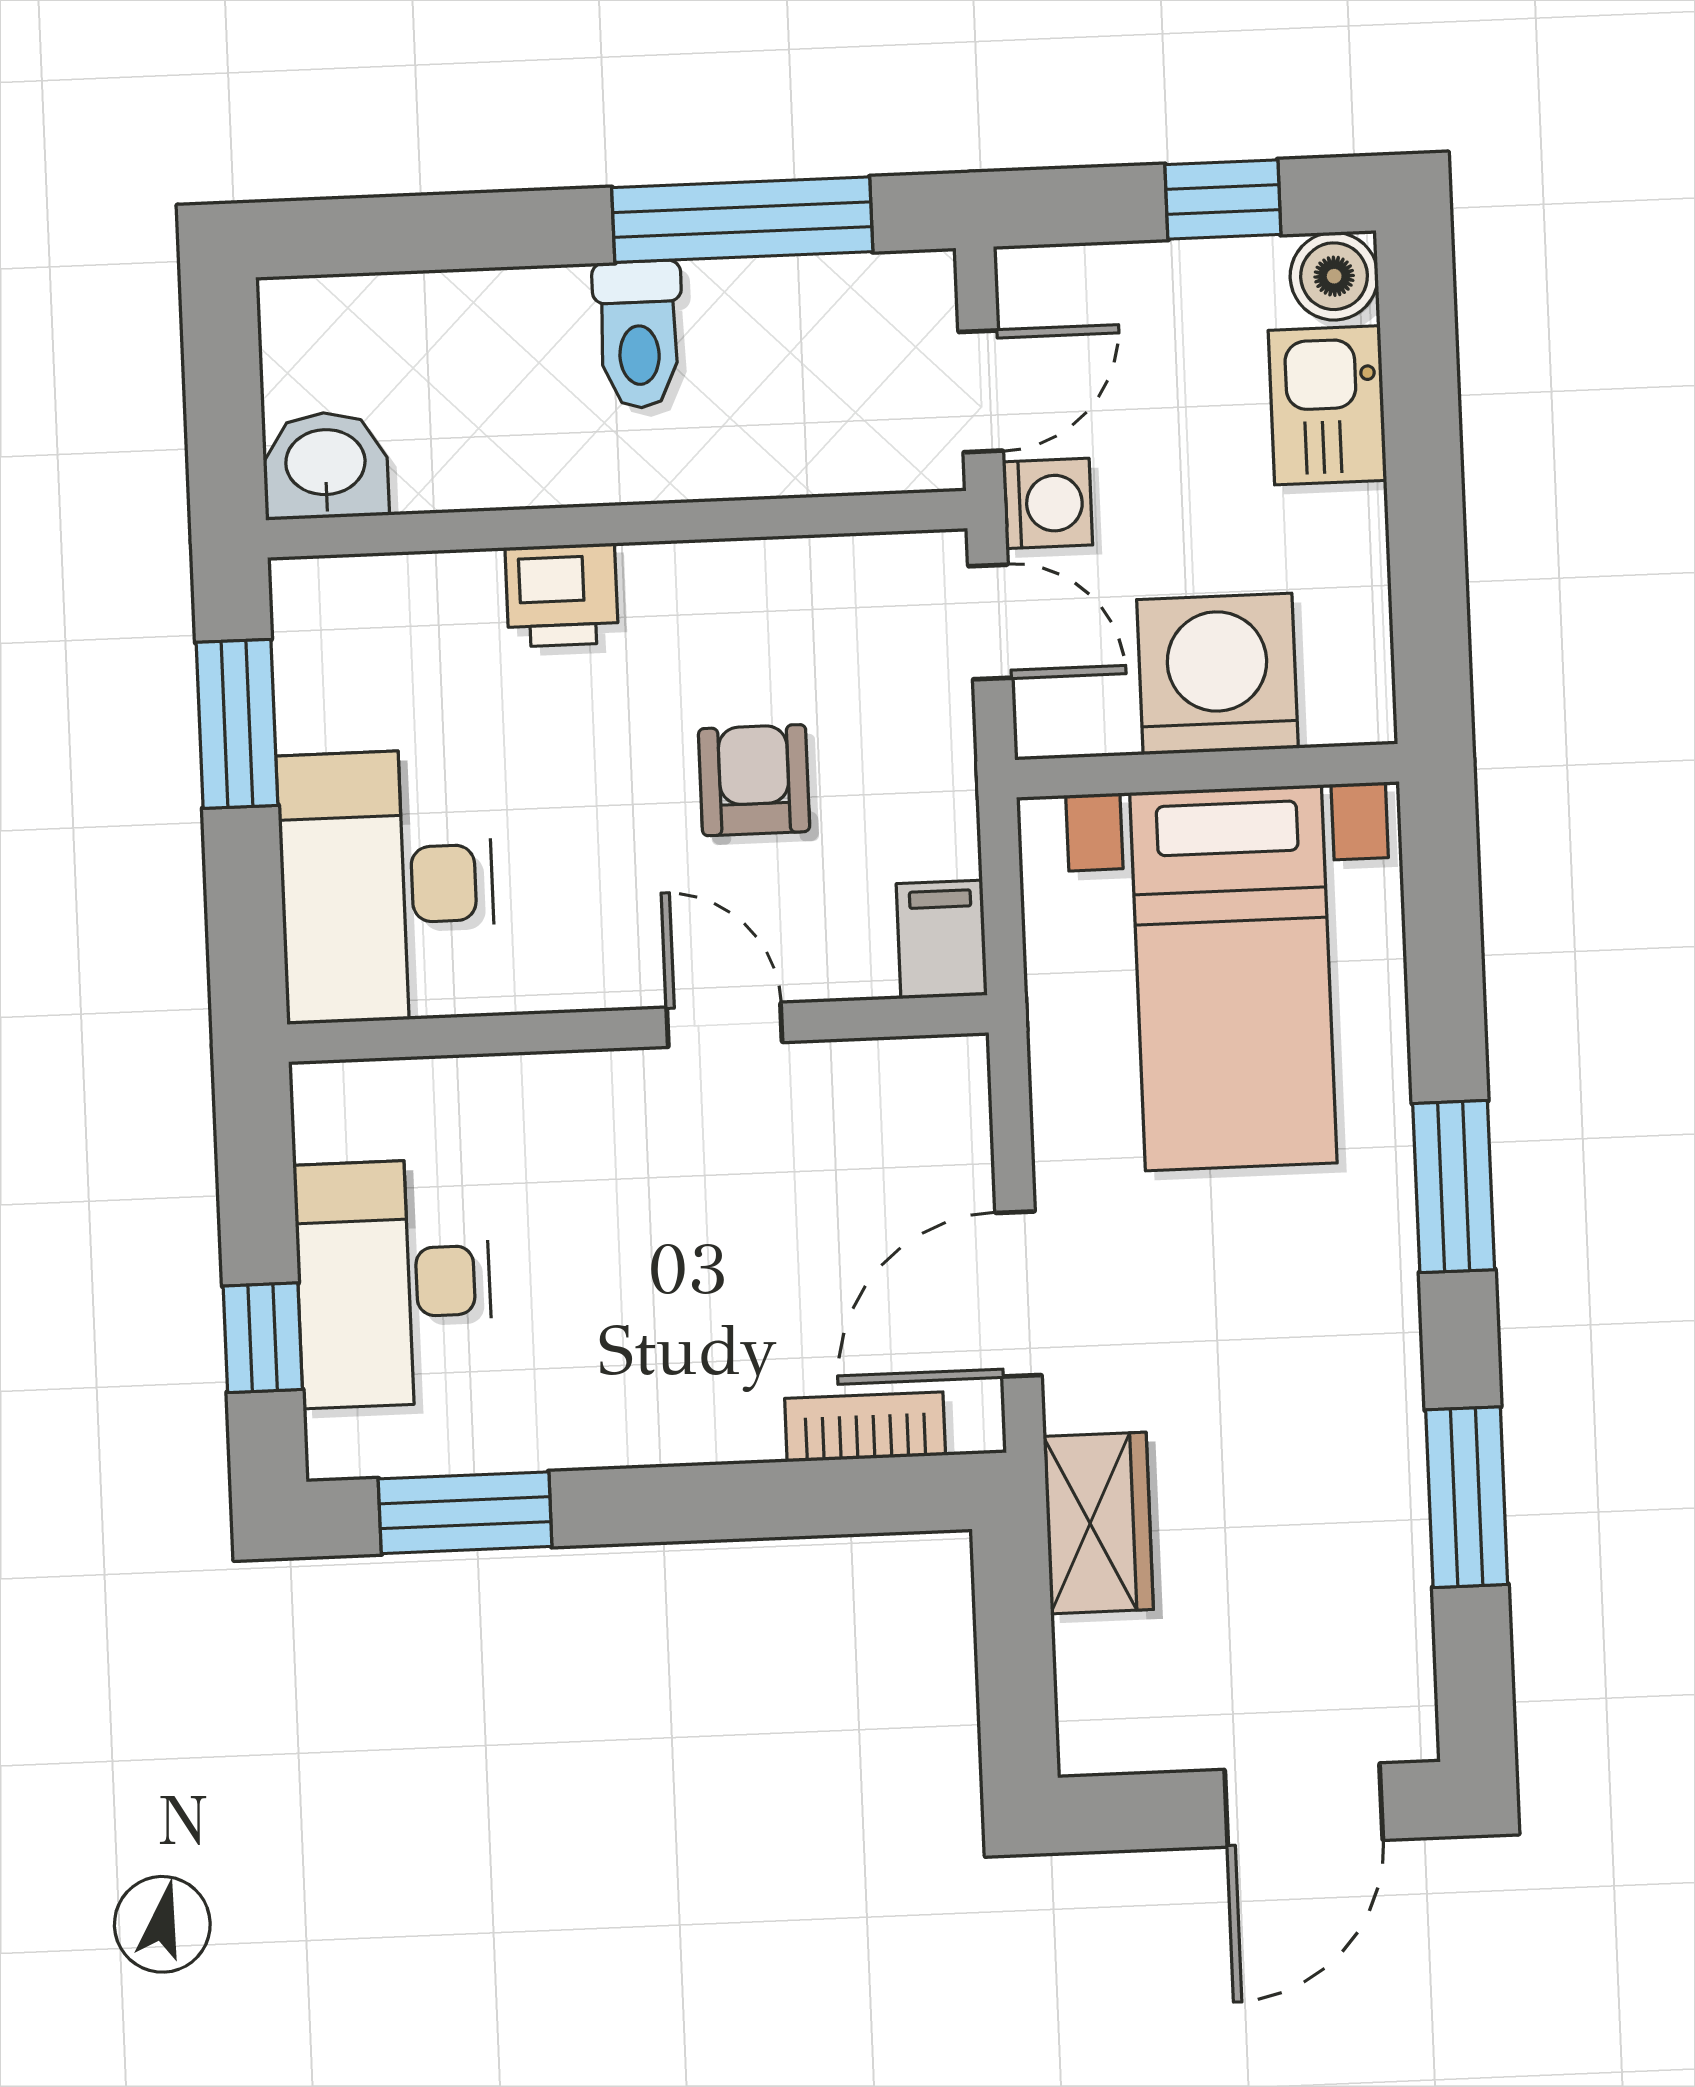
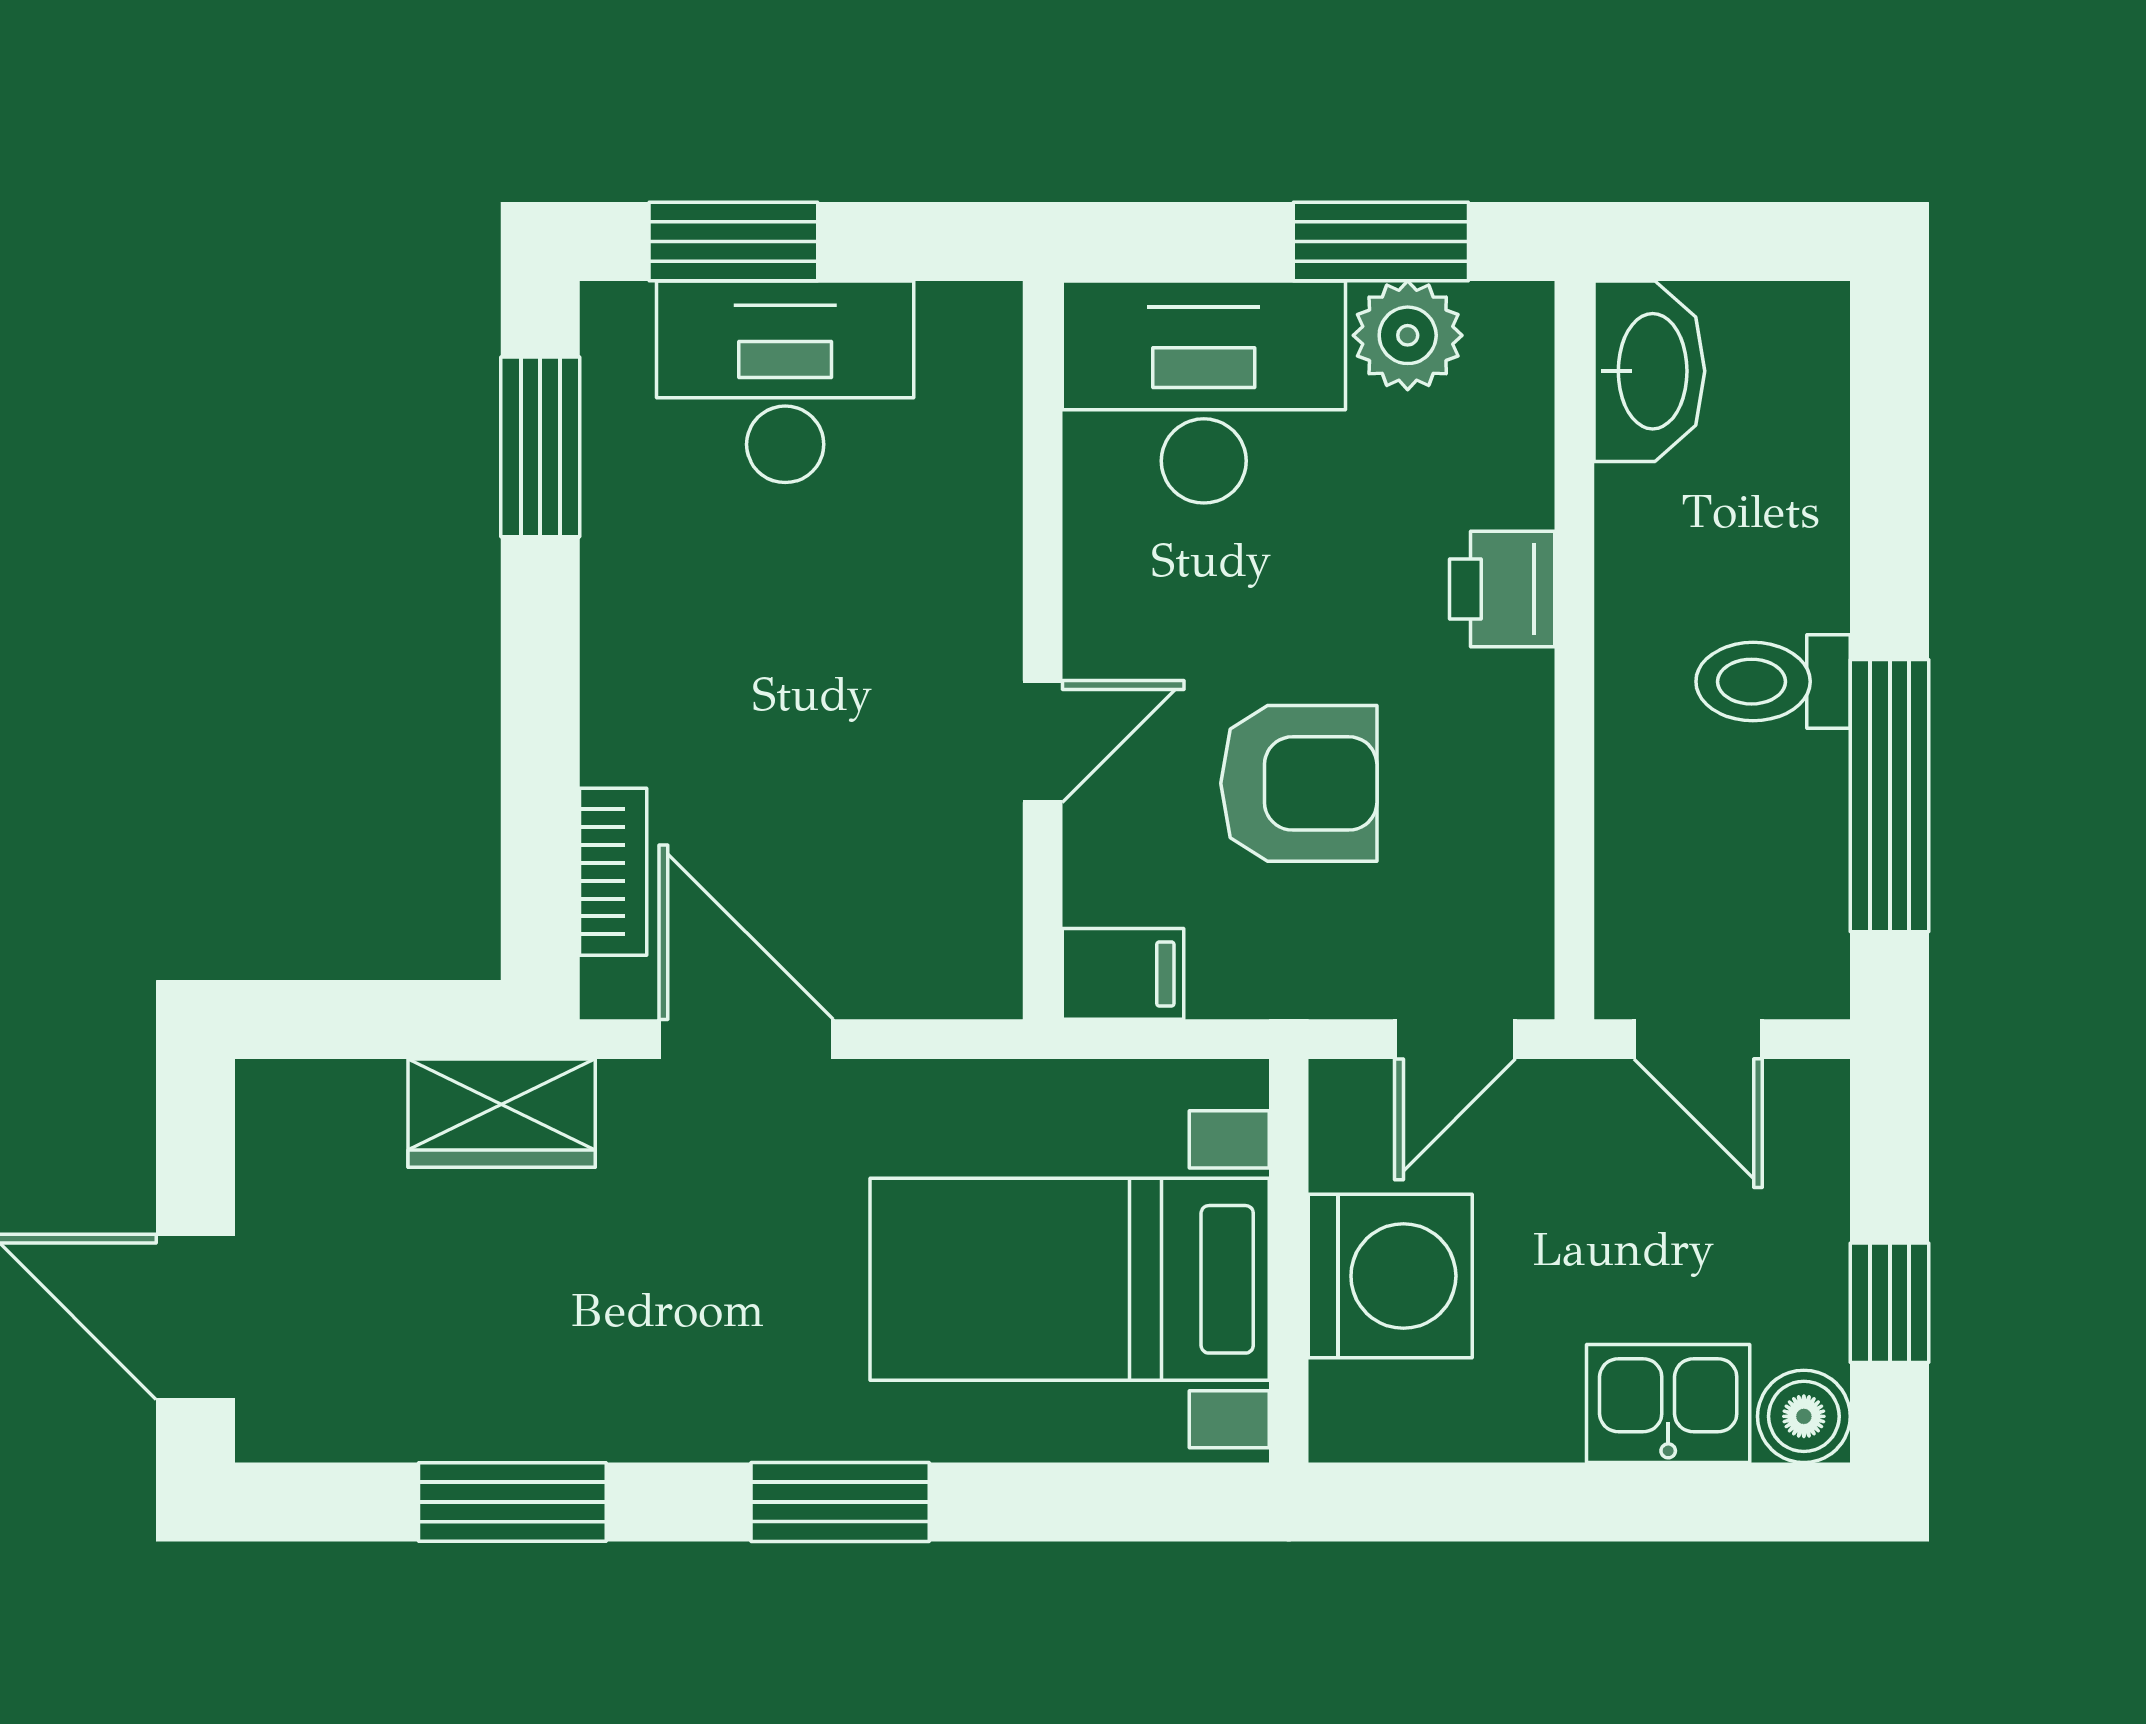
washbasin: (326, 465) -> (1649, 371), width x1.38
washing machine: (1048, 503) -> (1577, 1105), removed
plant: (325, 695) -> (1408, 335), added
armchair: (754, 780) -> (1299, 783), width x1.38, depth x1.38
window: (263, 1338) -> (733, 241), width x1.50

